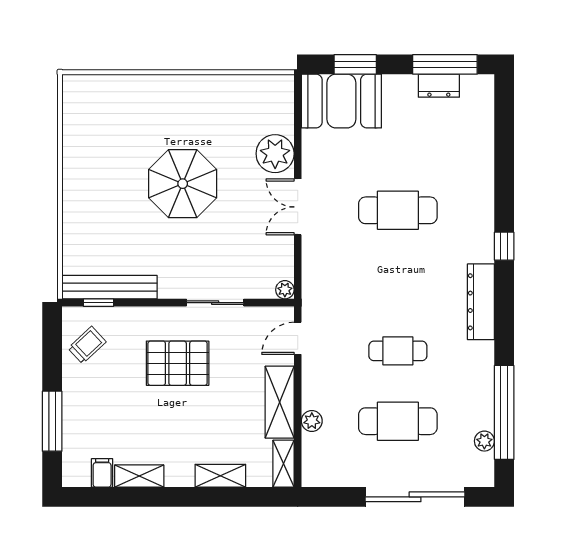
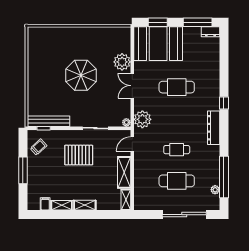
dresser: (439, 86) -> (210, 32), moved
booth: (341, 101) -> (158, 44), width x1.36, depth x1.42
window: (52, 421) -> (23, 170), moved
plant: (312, 421) -> (142, 119), moved, width x1.87, depth x1.87
shelving: (220, 476) -> (85, 205), moved

